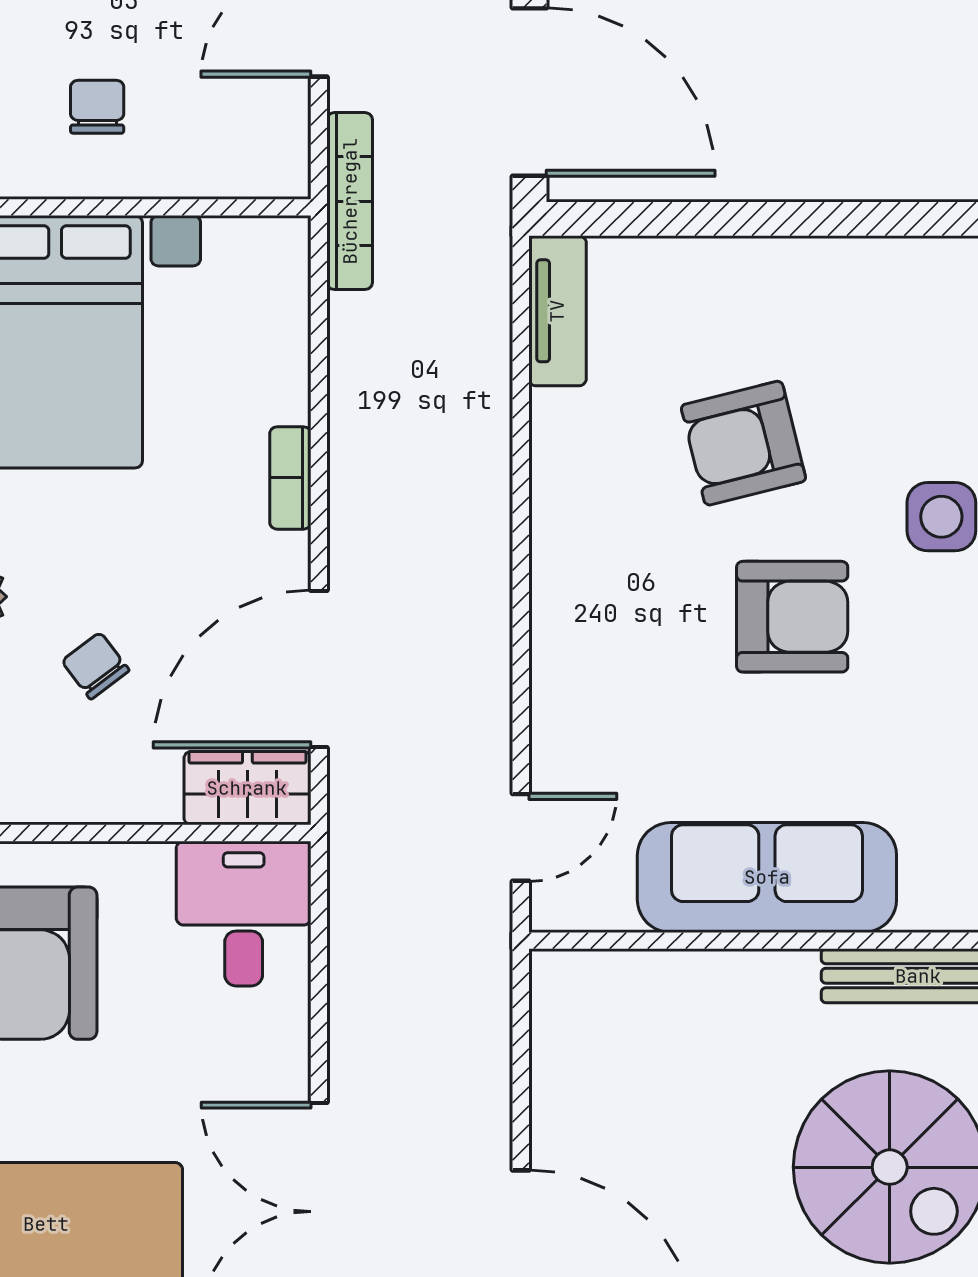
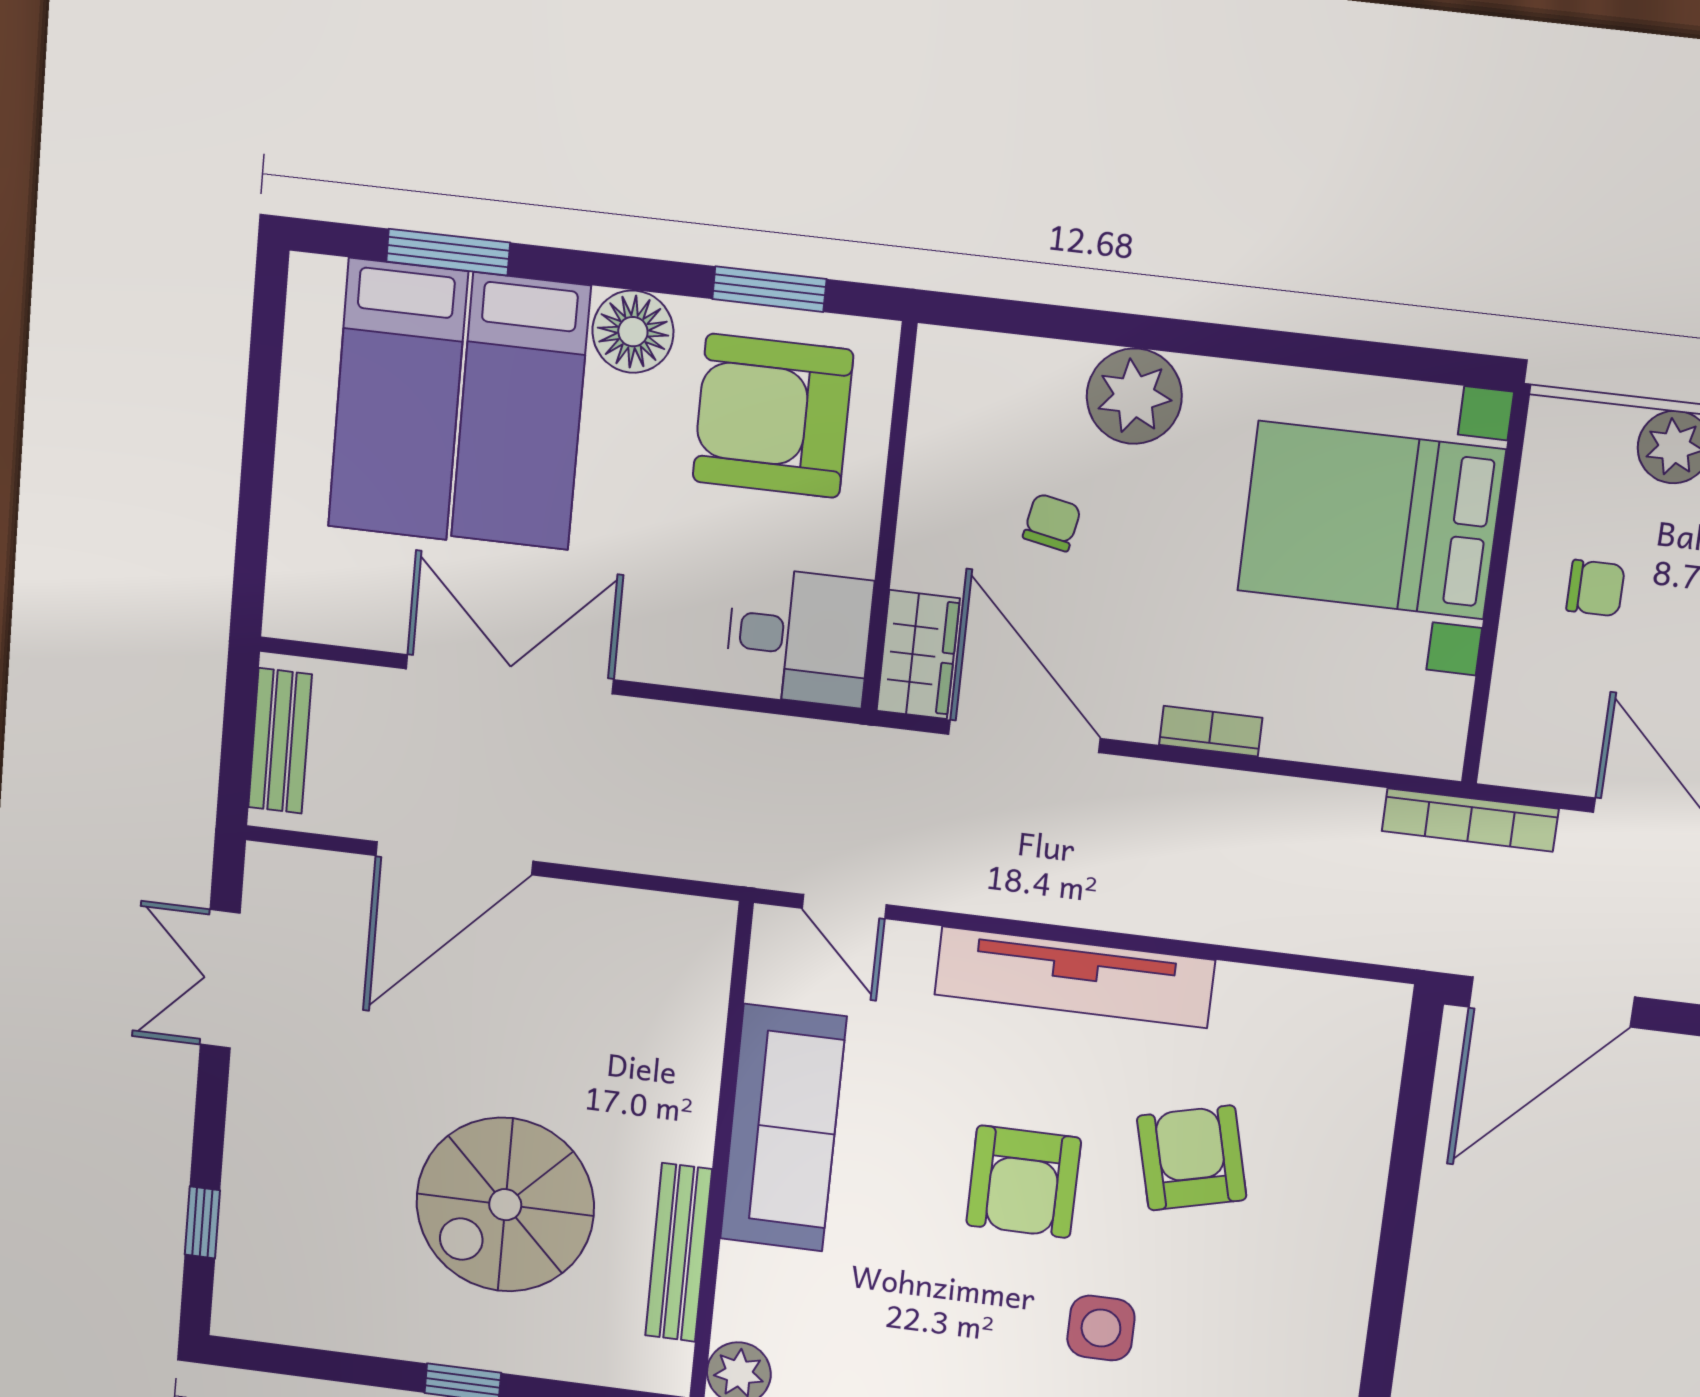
tv unit: (557, 311) -> (1075, 977), moved, width x1.92, depth x1.29
chair: (95, 666) -> (1052, 522), turned -42

